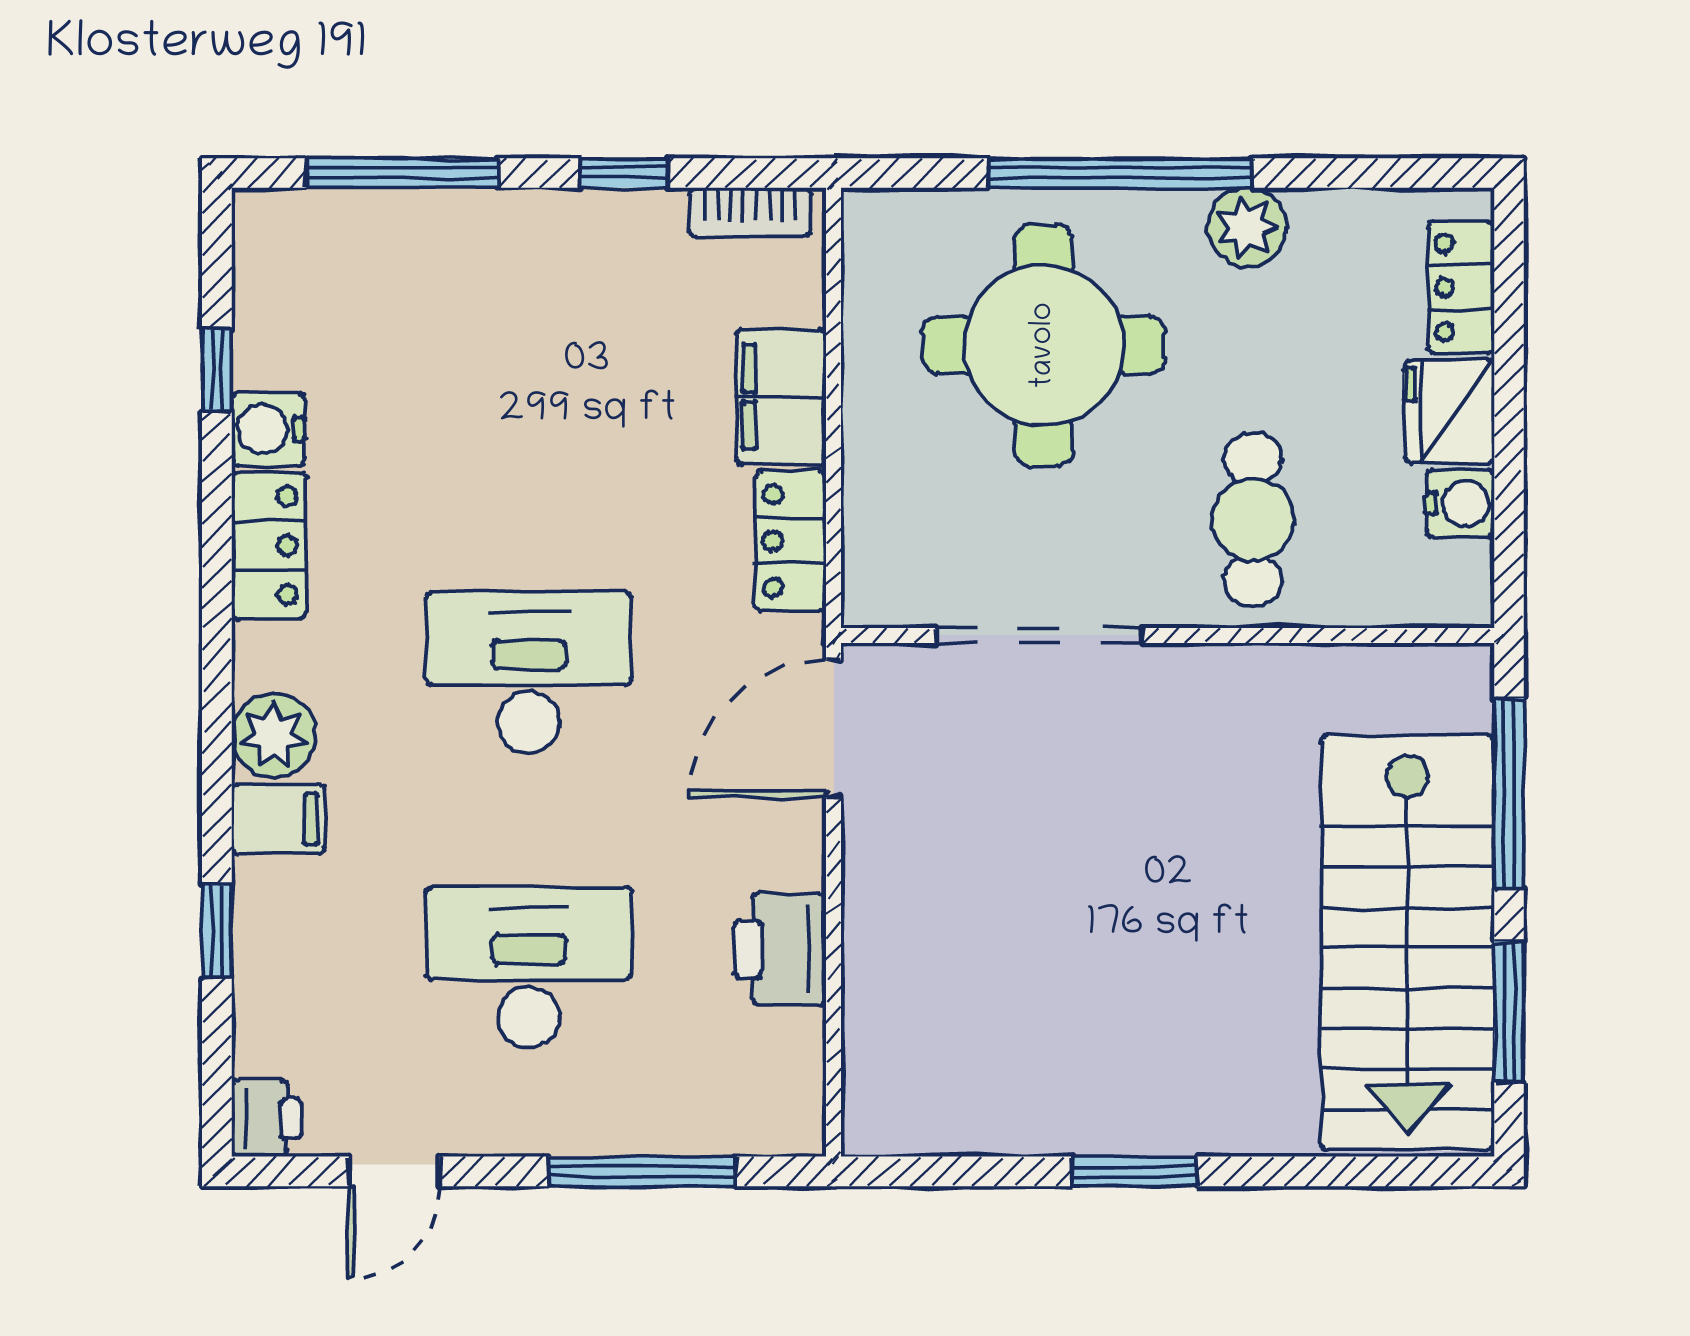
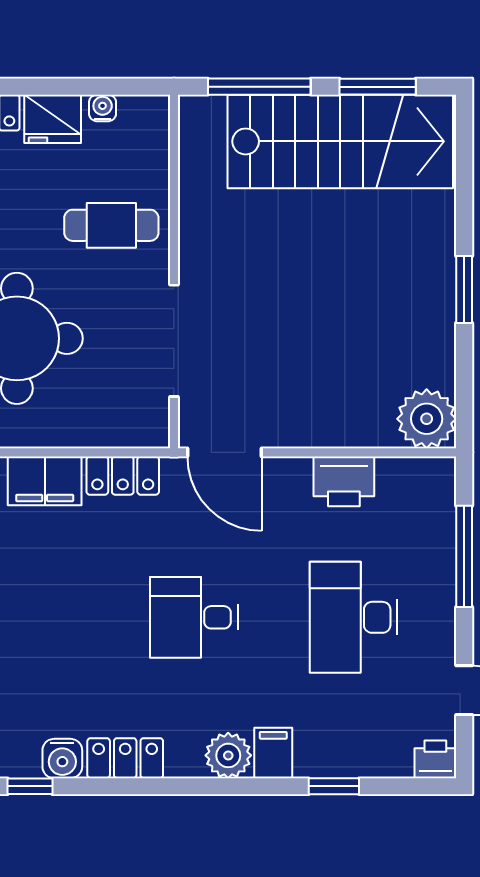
water cooler: (1460, 504) -> (103, 108), width x0.72, depth x0.72
desk: (529, 672) -> (194, 617), width x0.73
plant: (896, 1102) -> (427, 419), added

